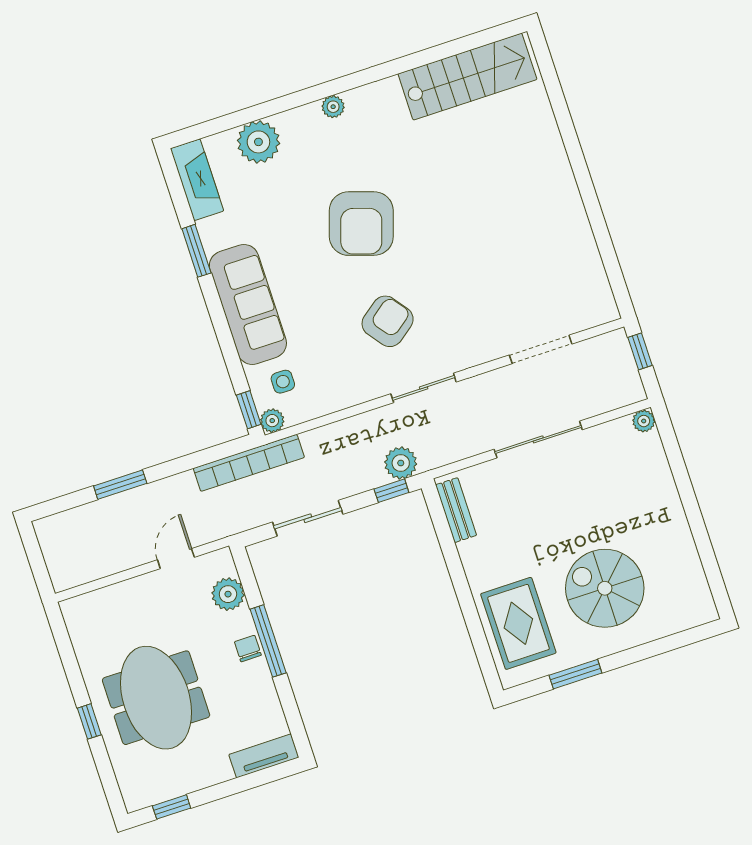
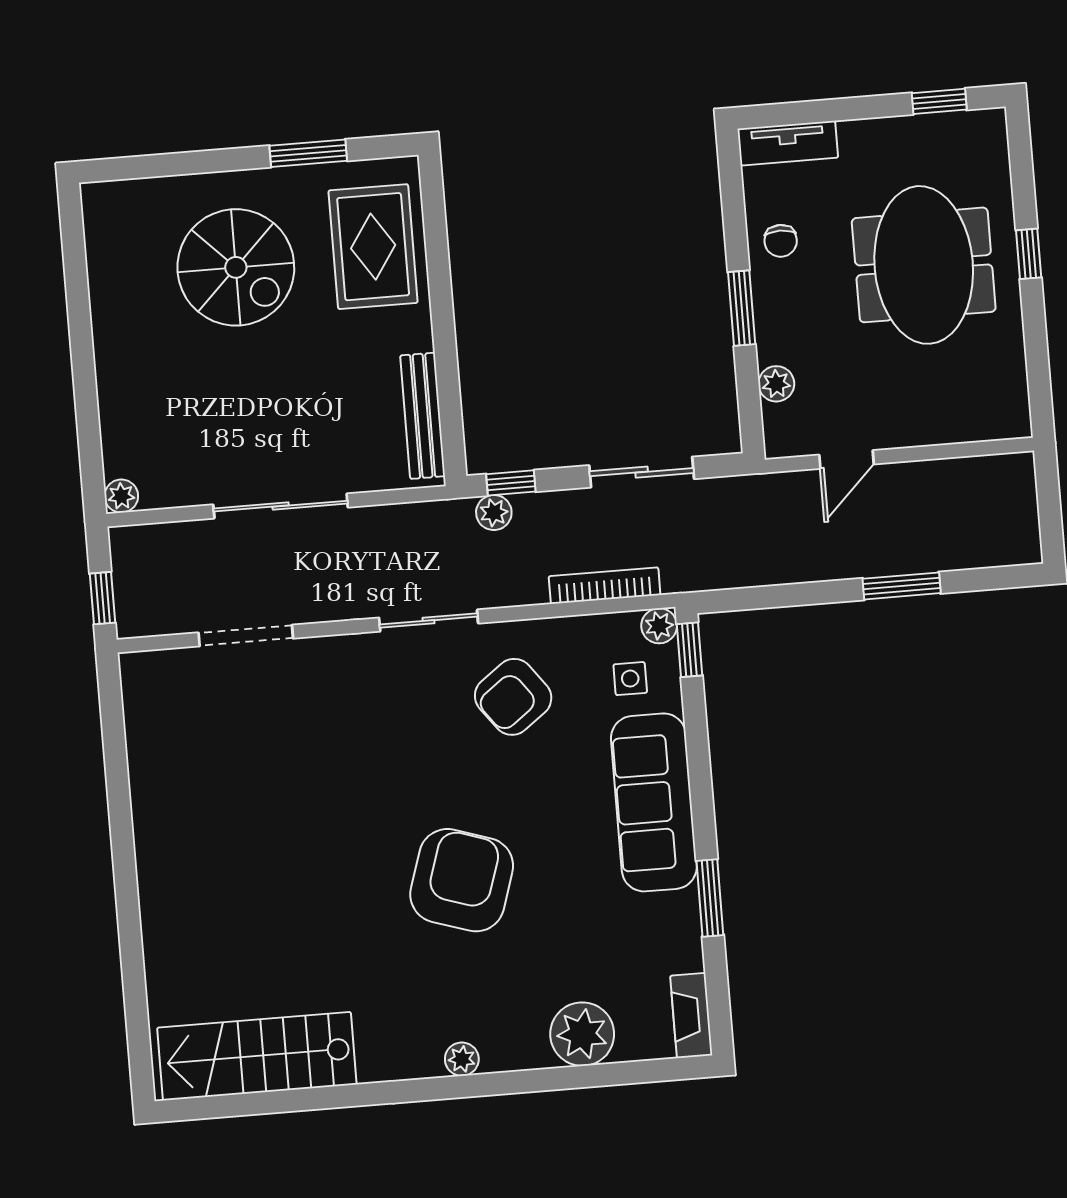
fireplace: (197, 180) -> (691, 1016), width x0.73, depth x0.76
armchair: (388, 321) -> (513, 697), moved
bookcase: (249, 463) -> (605, 586), moved, width x0.68, depth x0.76
plant: (401, 463) -> (494, 513), width x0.73, depth x0.73
bench: (456, 510) -> (423, 416), width x1.36
plant: (228, 594) -> (776, 384), width x0.73, depth x0.73
window: (268, 641) -> (742, 308), width x0.69
chair: (248, 649) -> (781, 241), moved

